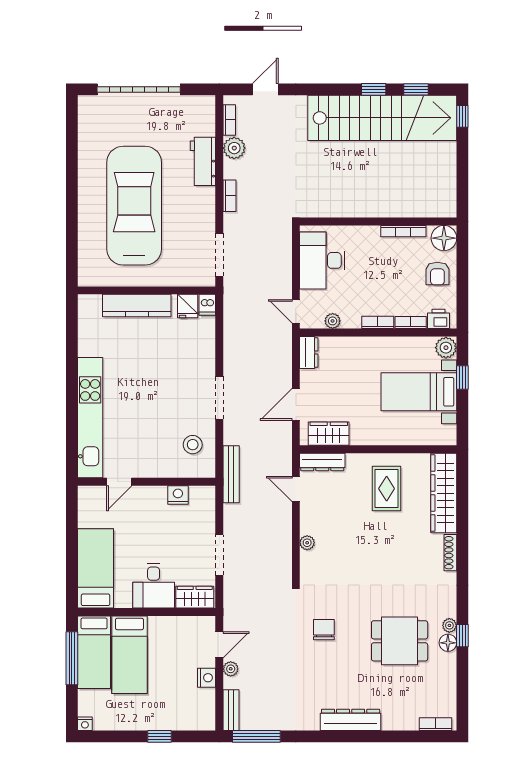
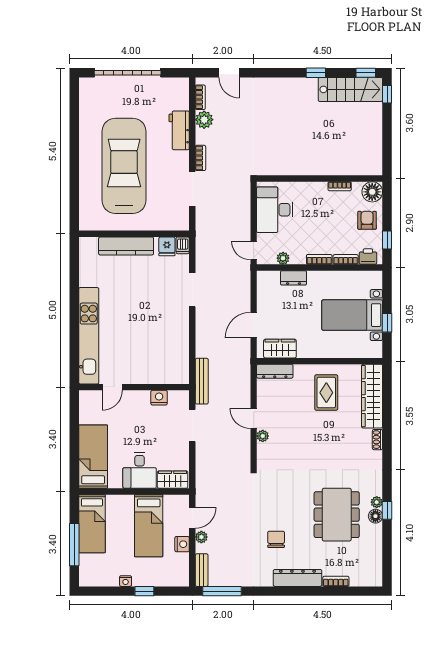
door: (265, 89) -> (229, 73), swing flipped
window: (416, 89) -> (366, 73), moved
stairs: (382, 118) -> (350, 89), width x0.54, depth x0.66
bookcase: (403, 231) -> (340, 186), width x0.64
doorway: (219, 255) -> (192, 189), moved
armchair: (437, 274) -> (367, 220), turned 180
window: (462, 298) -> (387, 240), added
plant: (446, 348) -> (374, 280), removed
dresser: (309, 353) -> (294, 278), moved, turned 90
window: (462, 378) -> (387, 323), moved
doorway: (219, 398) -> (192, 290), moved
stool: (193, 445) -> (171, 357), removed
door: (296, 489) -> (254, 419), moved
shoe rack: (450, 553) -> (377, 440), width x0.70
doorway: (219, 555) -> (192, 426), moved
chair: (324, 630) -> (276, 539), moved
dining table: (400, 641) -> (337, 515), width x1.37
bed: (129, 655) -> (149, 526), moved
window: (72, 658) -> (74, 545), moved
nightstand: (85, 724) -> (126, 581), moved
bookcase: (436, 724) -> (336, 581), moved

